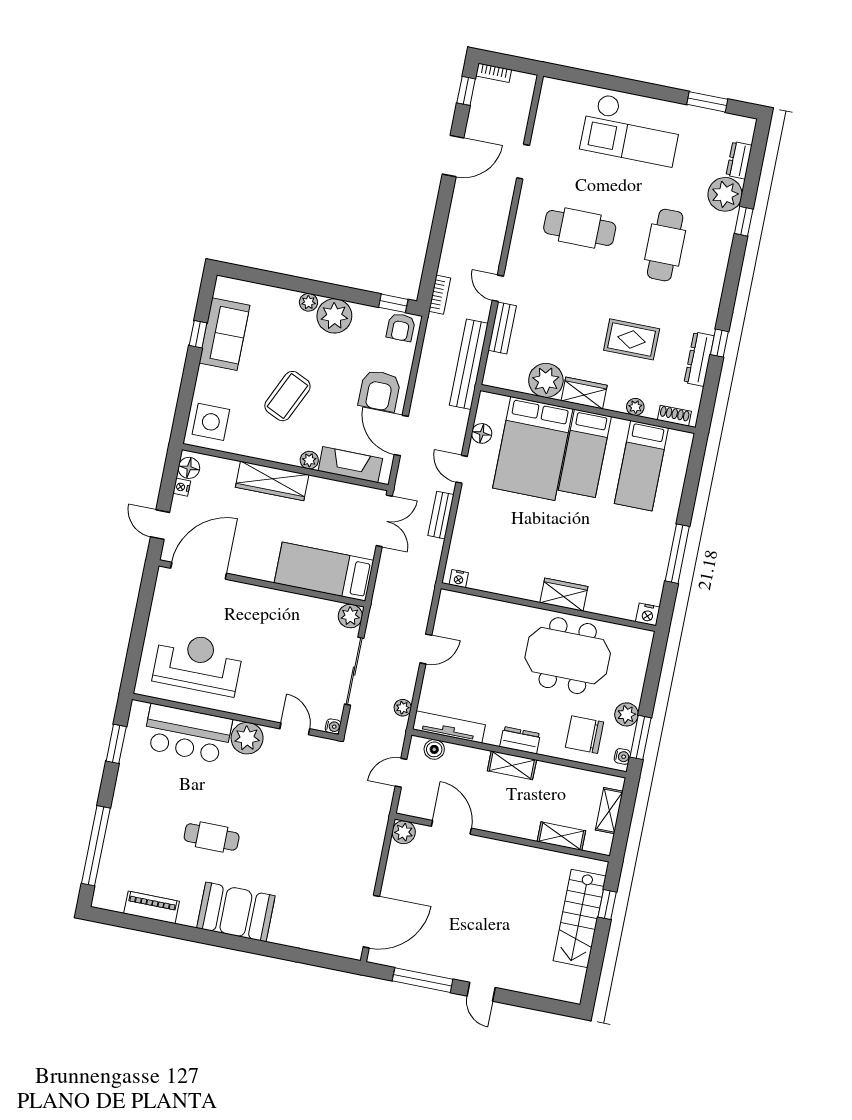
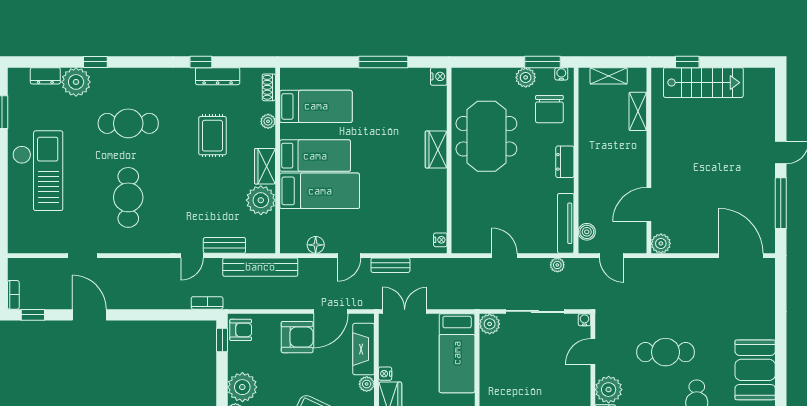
bed: (533, 448) -> (320, 191), width x0.67
nightstand: (317, 484) -> (385, 374), added
shelving: (512, 765) -> (587, 164), removed
cafe table: (277, 813) -> (666, 352), added

